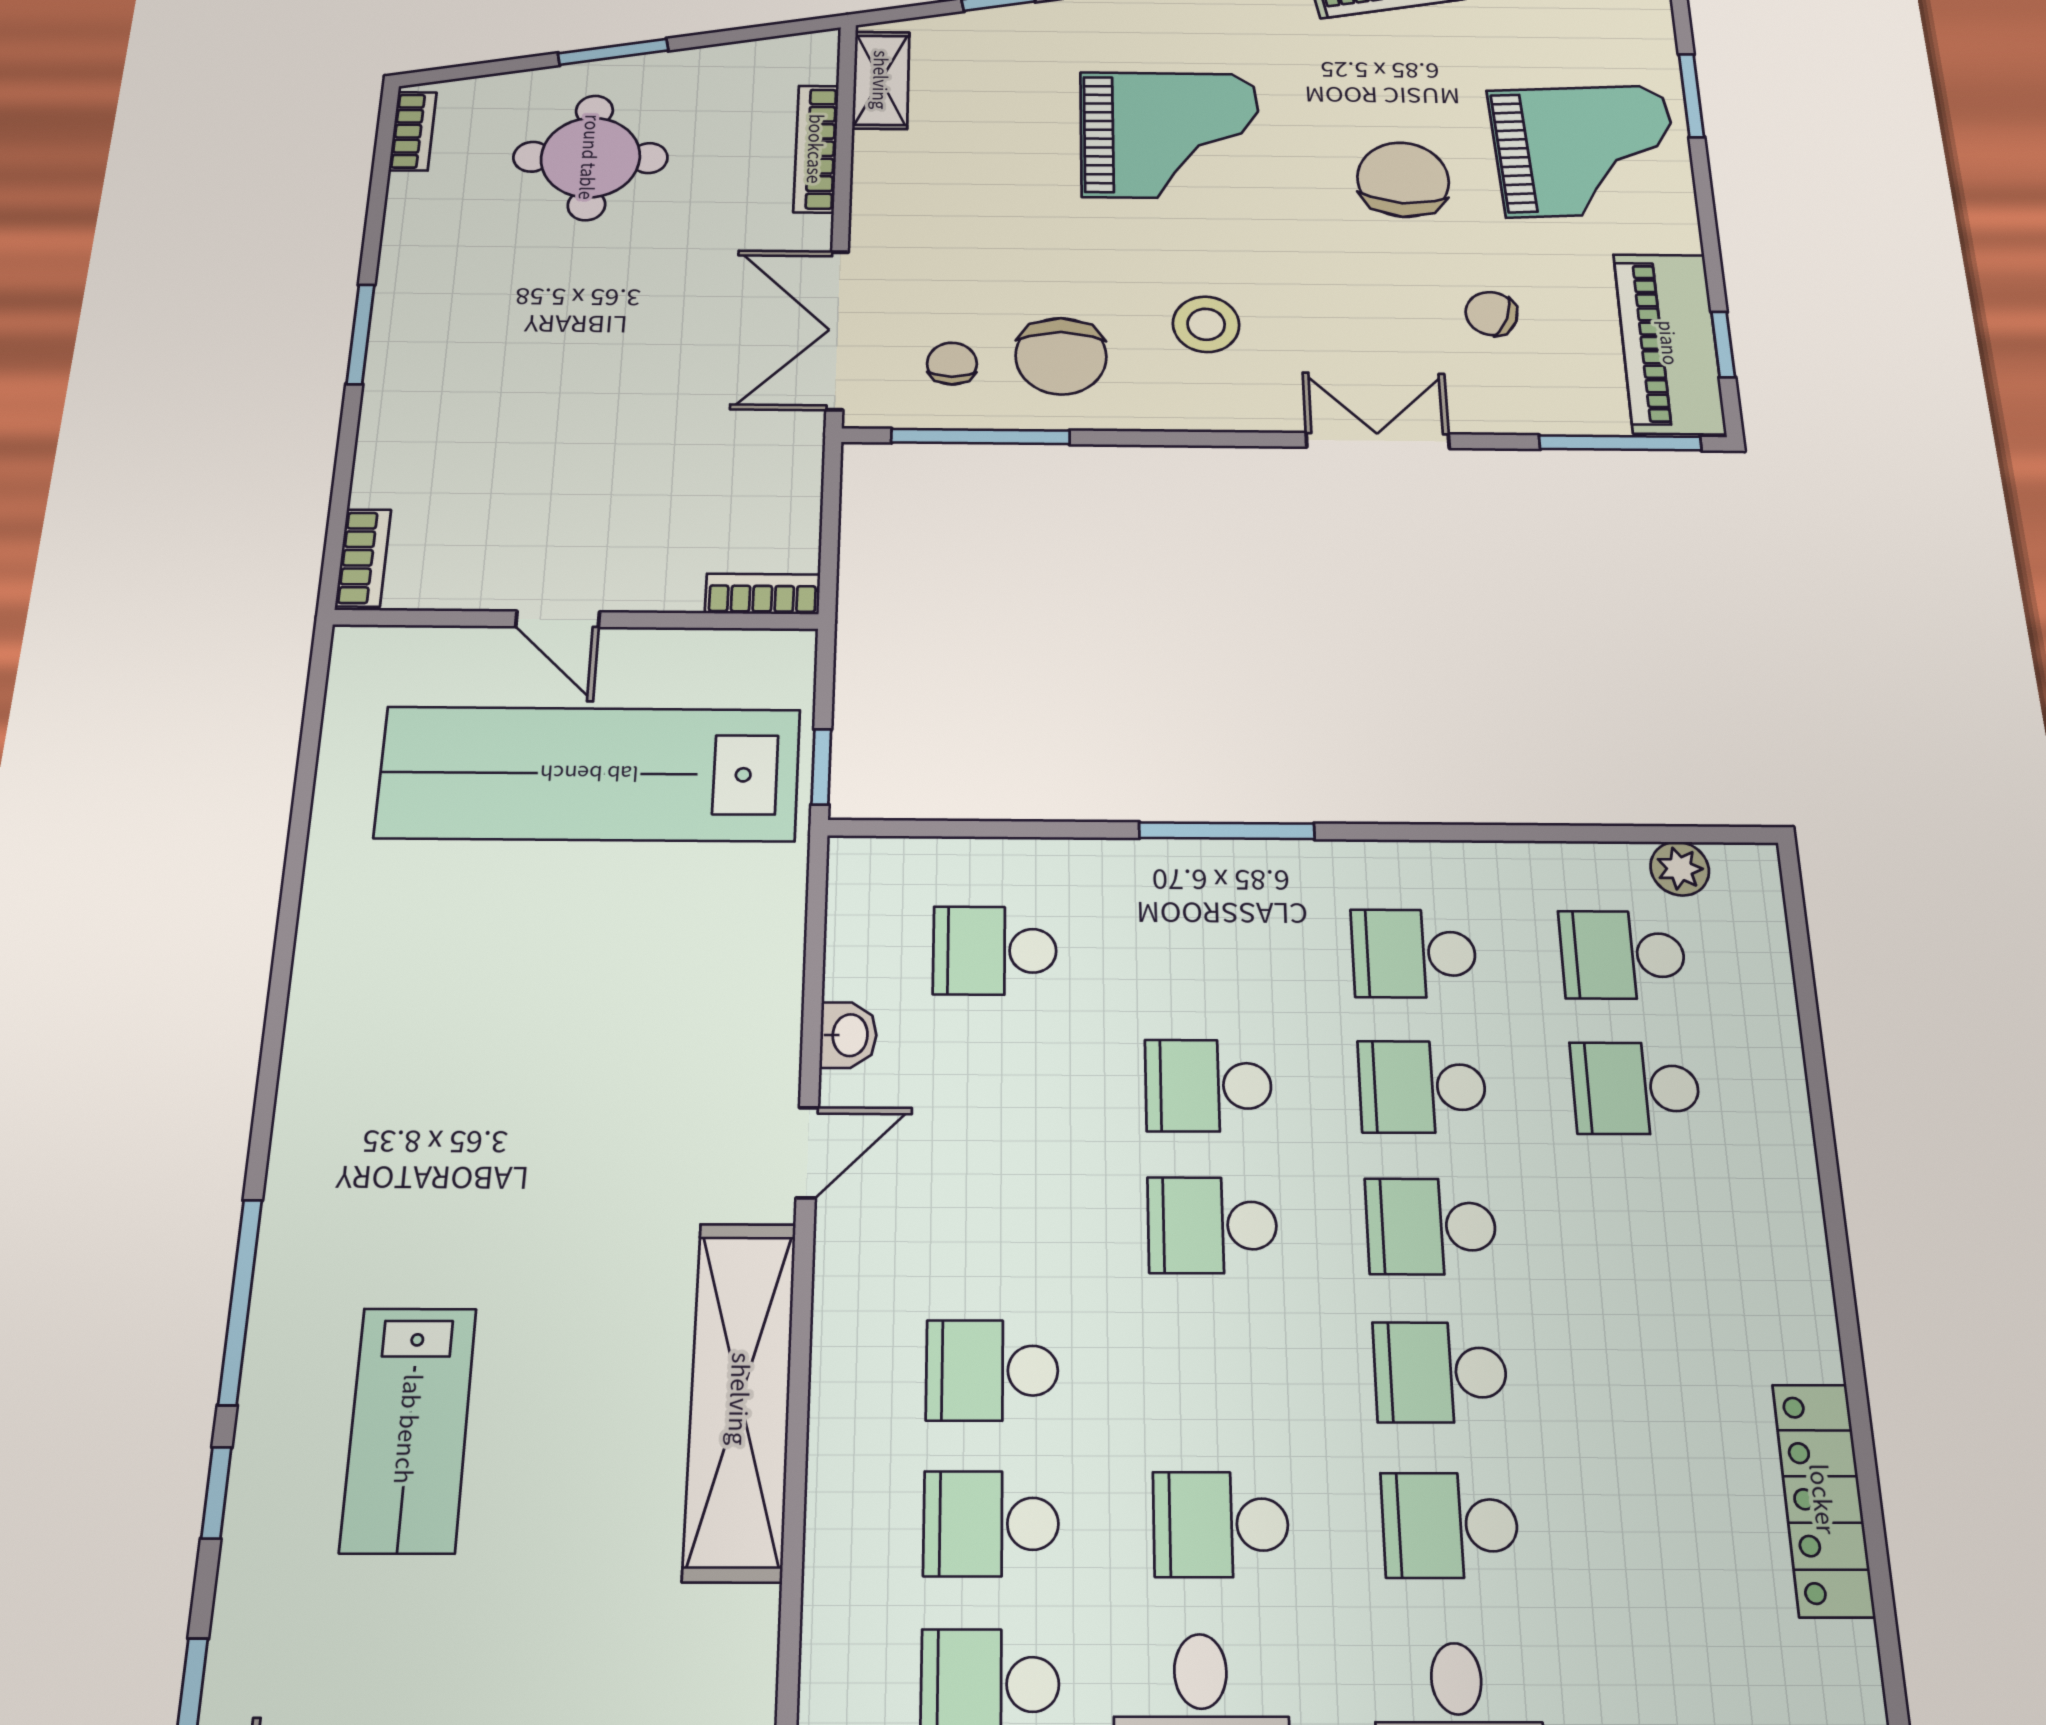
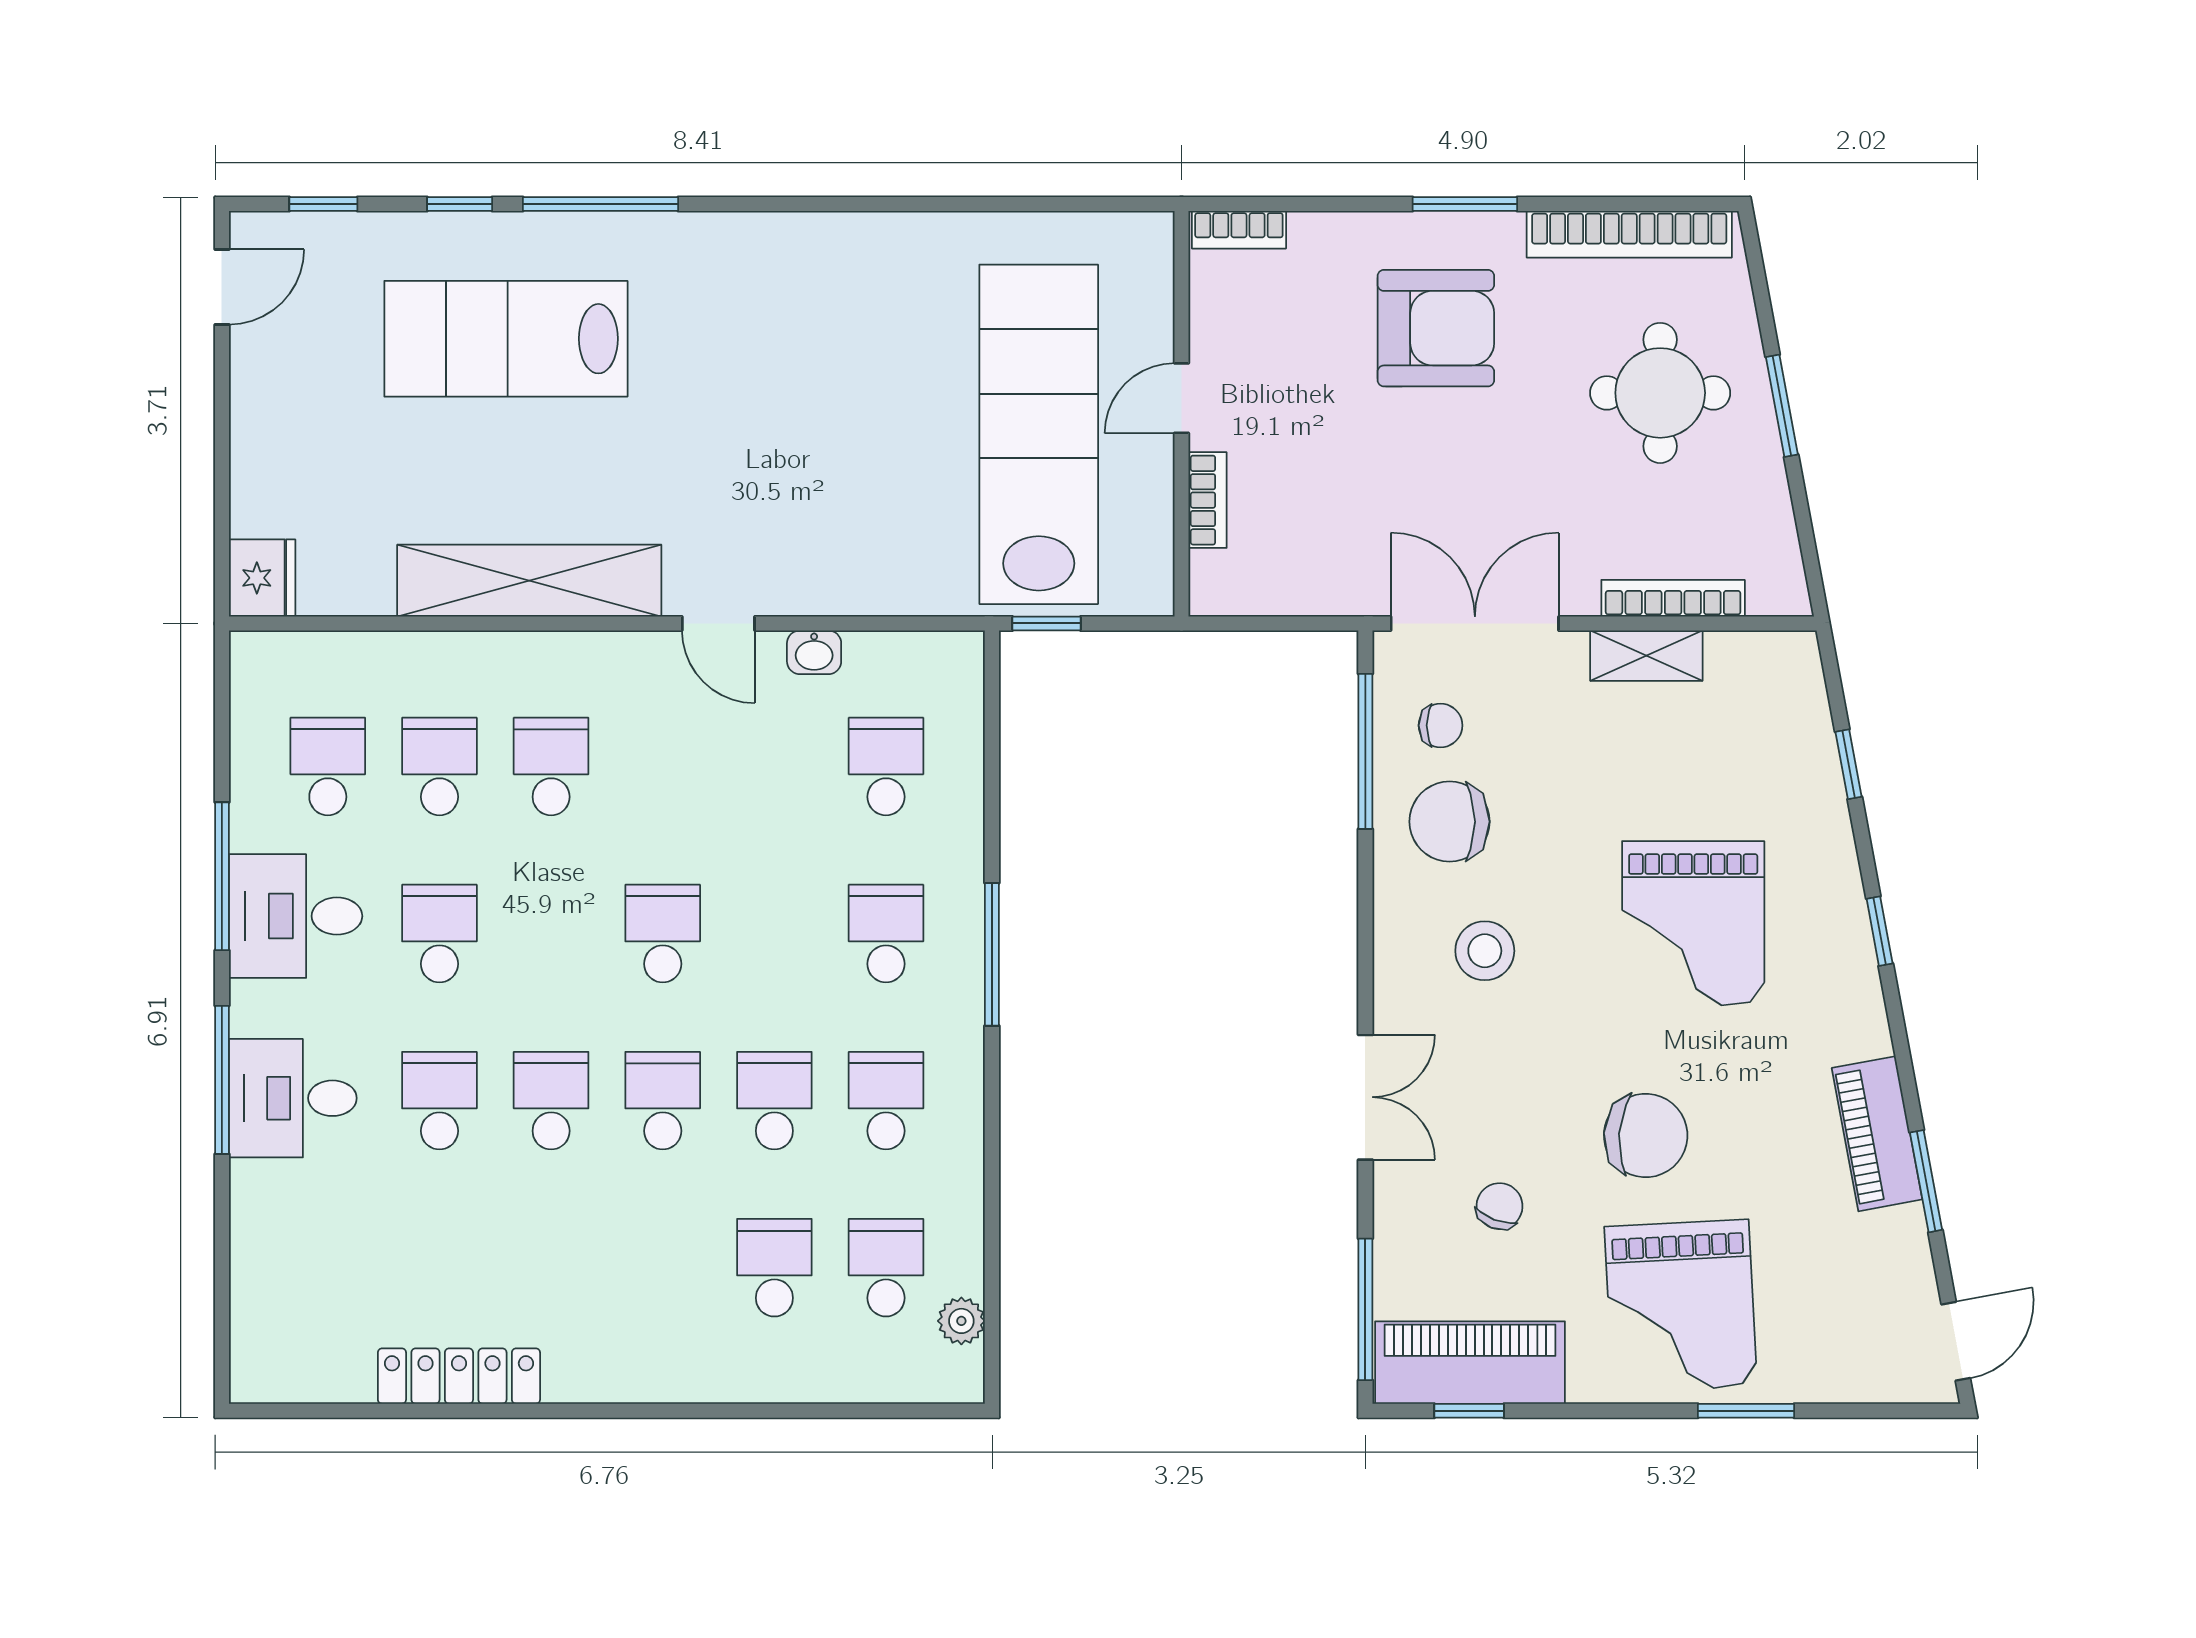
shelving: (881, 80) -> (1646, 656), moved
bookcase: (413, 131) -> (1629, 234), width x2.31, depth x1.31
armchair: (499, 363) -> (1436, 328), added
bookcase: (763, 594) -> (1208, 500), moved
school desk: (1208, 1086) -> (886, 934), moved
lab bench: (409, 1429) -> (506, 339), width x1.36, depth x1.39

